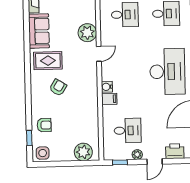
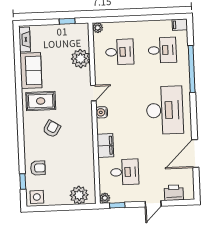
plant: (87, 33) -> (81, 59), moved
water cooler: (107, 87) -> (102, 112), moved
filing cabinet: (109, 99) -> (105, 145), width x2.00
plant: (137, 155) -> (105, 198), moved

